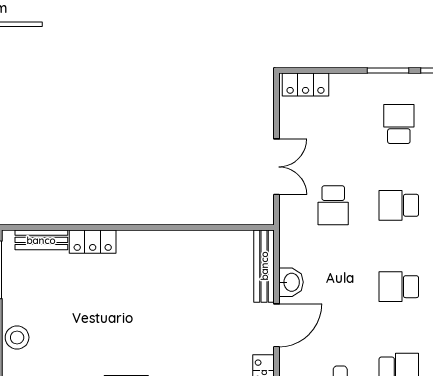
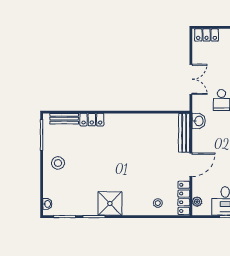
washbasin: (291, 282) -> (199, 121), moved
stool: (17, 337) -> (58, 163), moved

